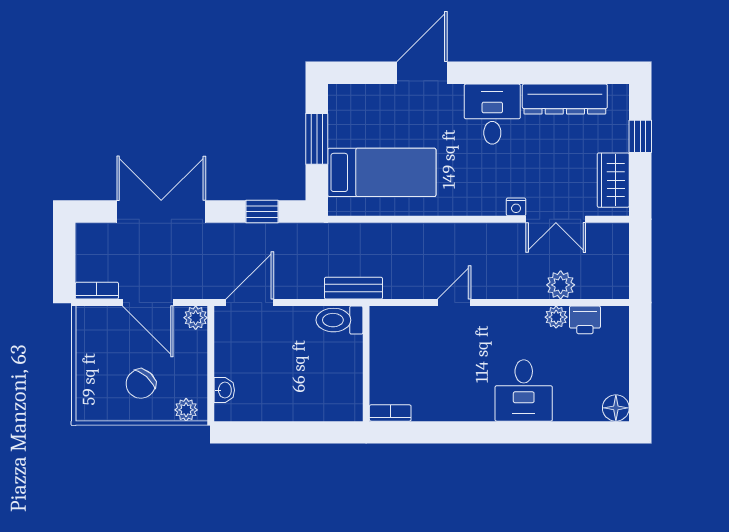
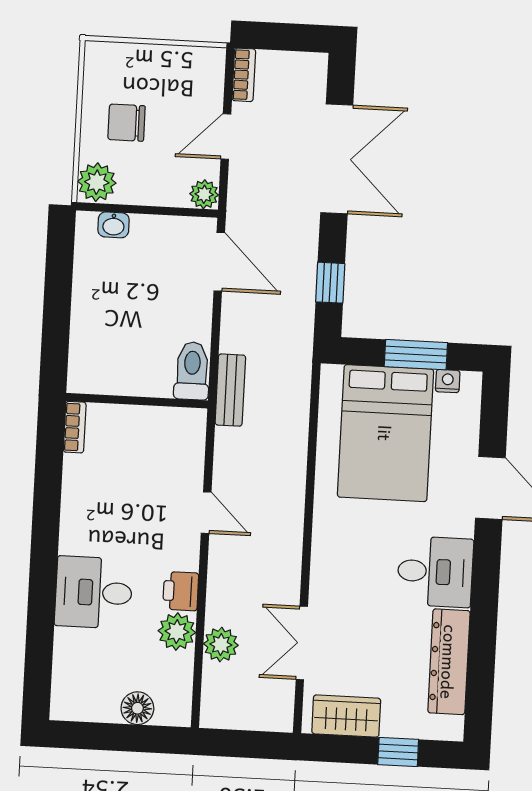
bed: (382, 172) -> (385, 433), width x1.50
nightstand: (516, 207) -> (448, 381), moved, turned 90
door: (148, 303) -> (226, 137), width x0.73
plant: (556, 317) -> (177, 632), width x1.38, depth x1.38
printer: (585, 320) -> (181, 591), moved
chair: (141, 384) -> (127, 123), turned -42
floor lamp: (616, 408) -> (137, 708), moved
plant: (186, 410) -> (97, 182), width x1.38, depth x1.38

